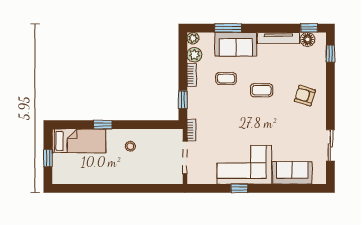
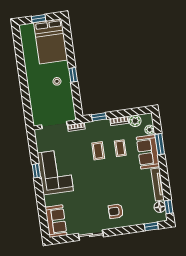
plant: (193, 38) -> (150, 130), moved
coffee table: (262, 90) -> (98, 151), moved
armchair: (305, 96) -> (116, 211), turned -107
window: (103, 125) -> (73, 75), moved
bed: (79, 141) -> (51, 41), width x1.50
sliding door: (330, 145) -> (91, 235), moved
sofa: (292, 173) -> (56, 221), moved

